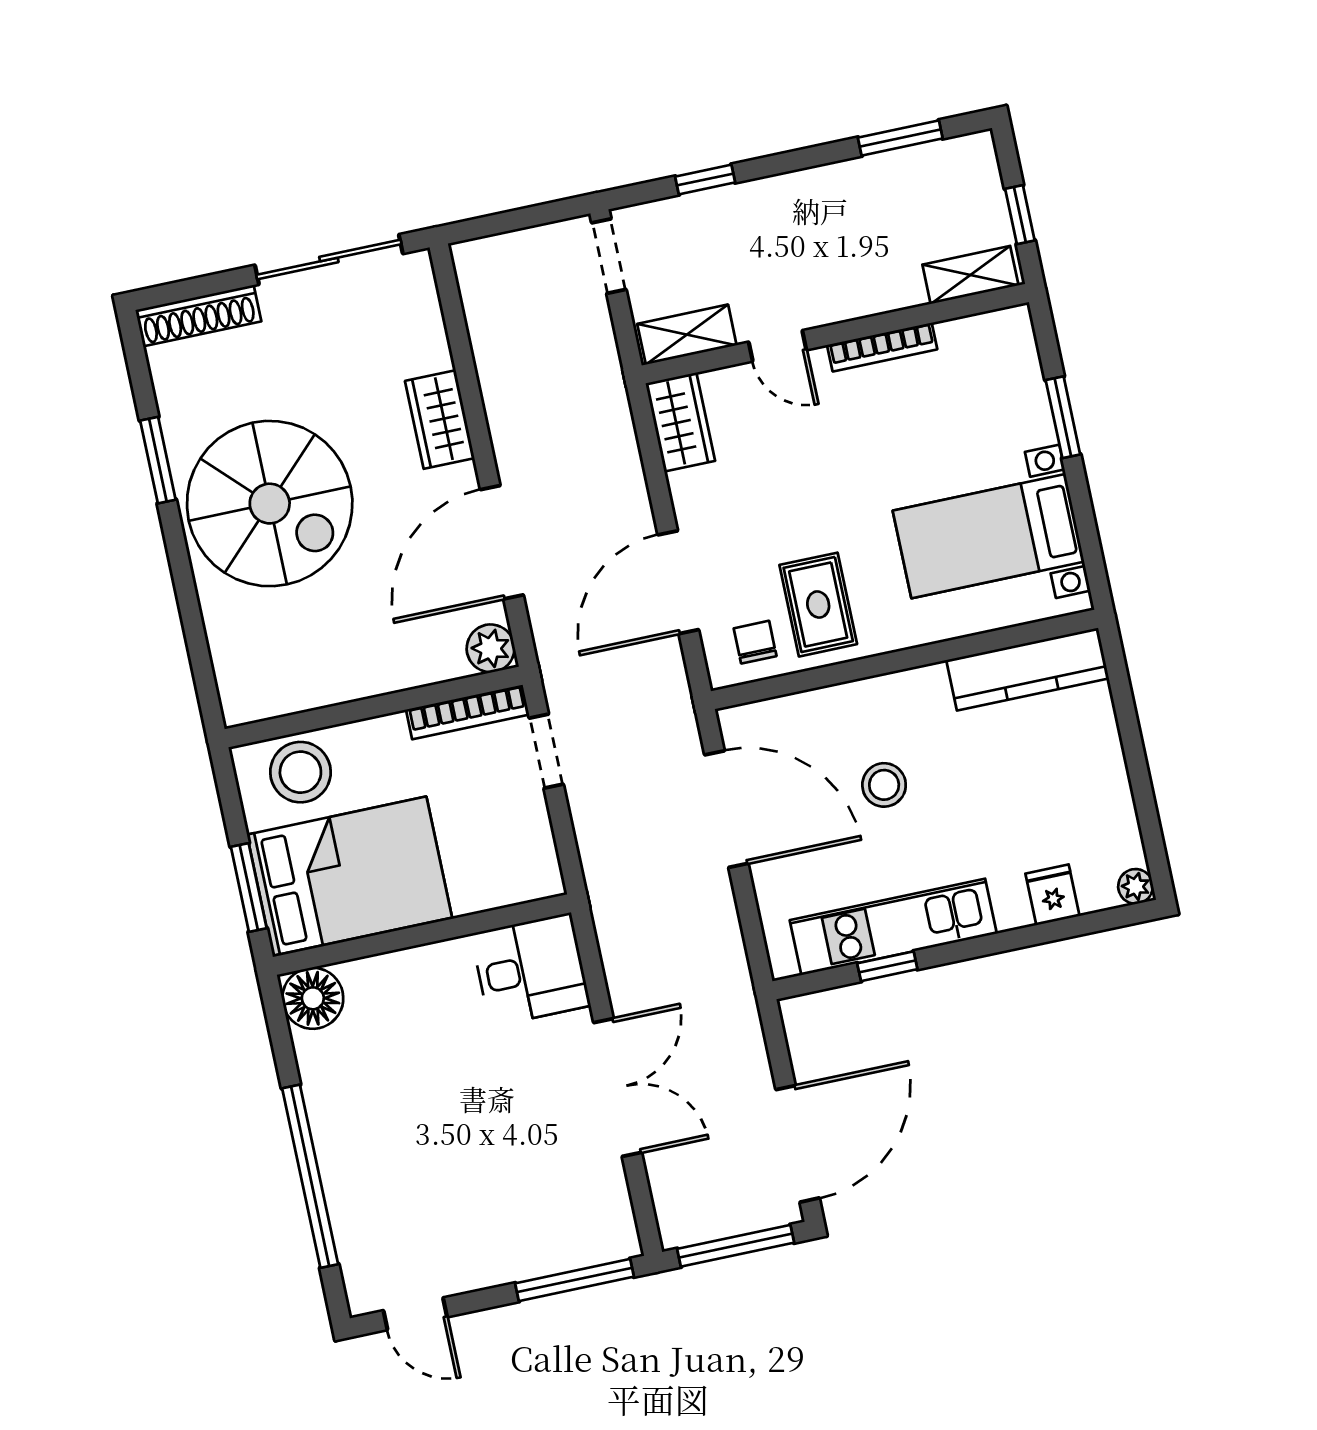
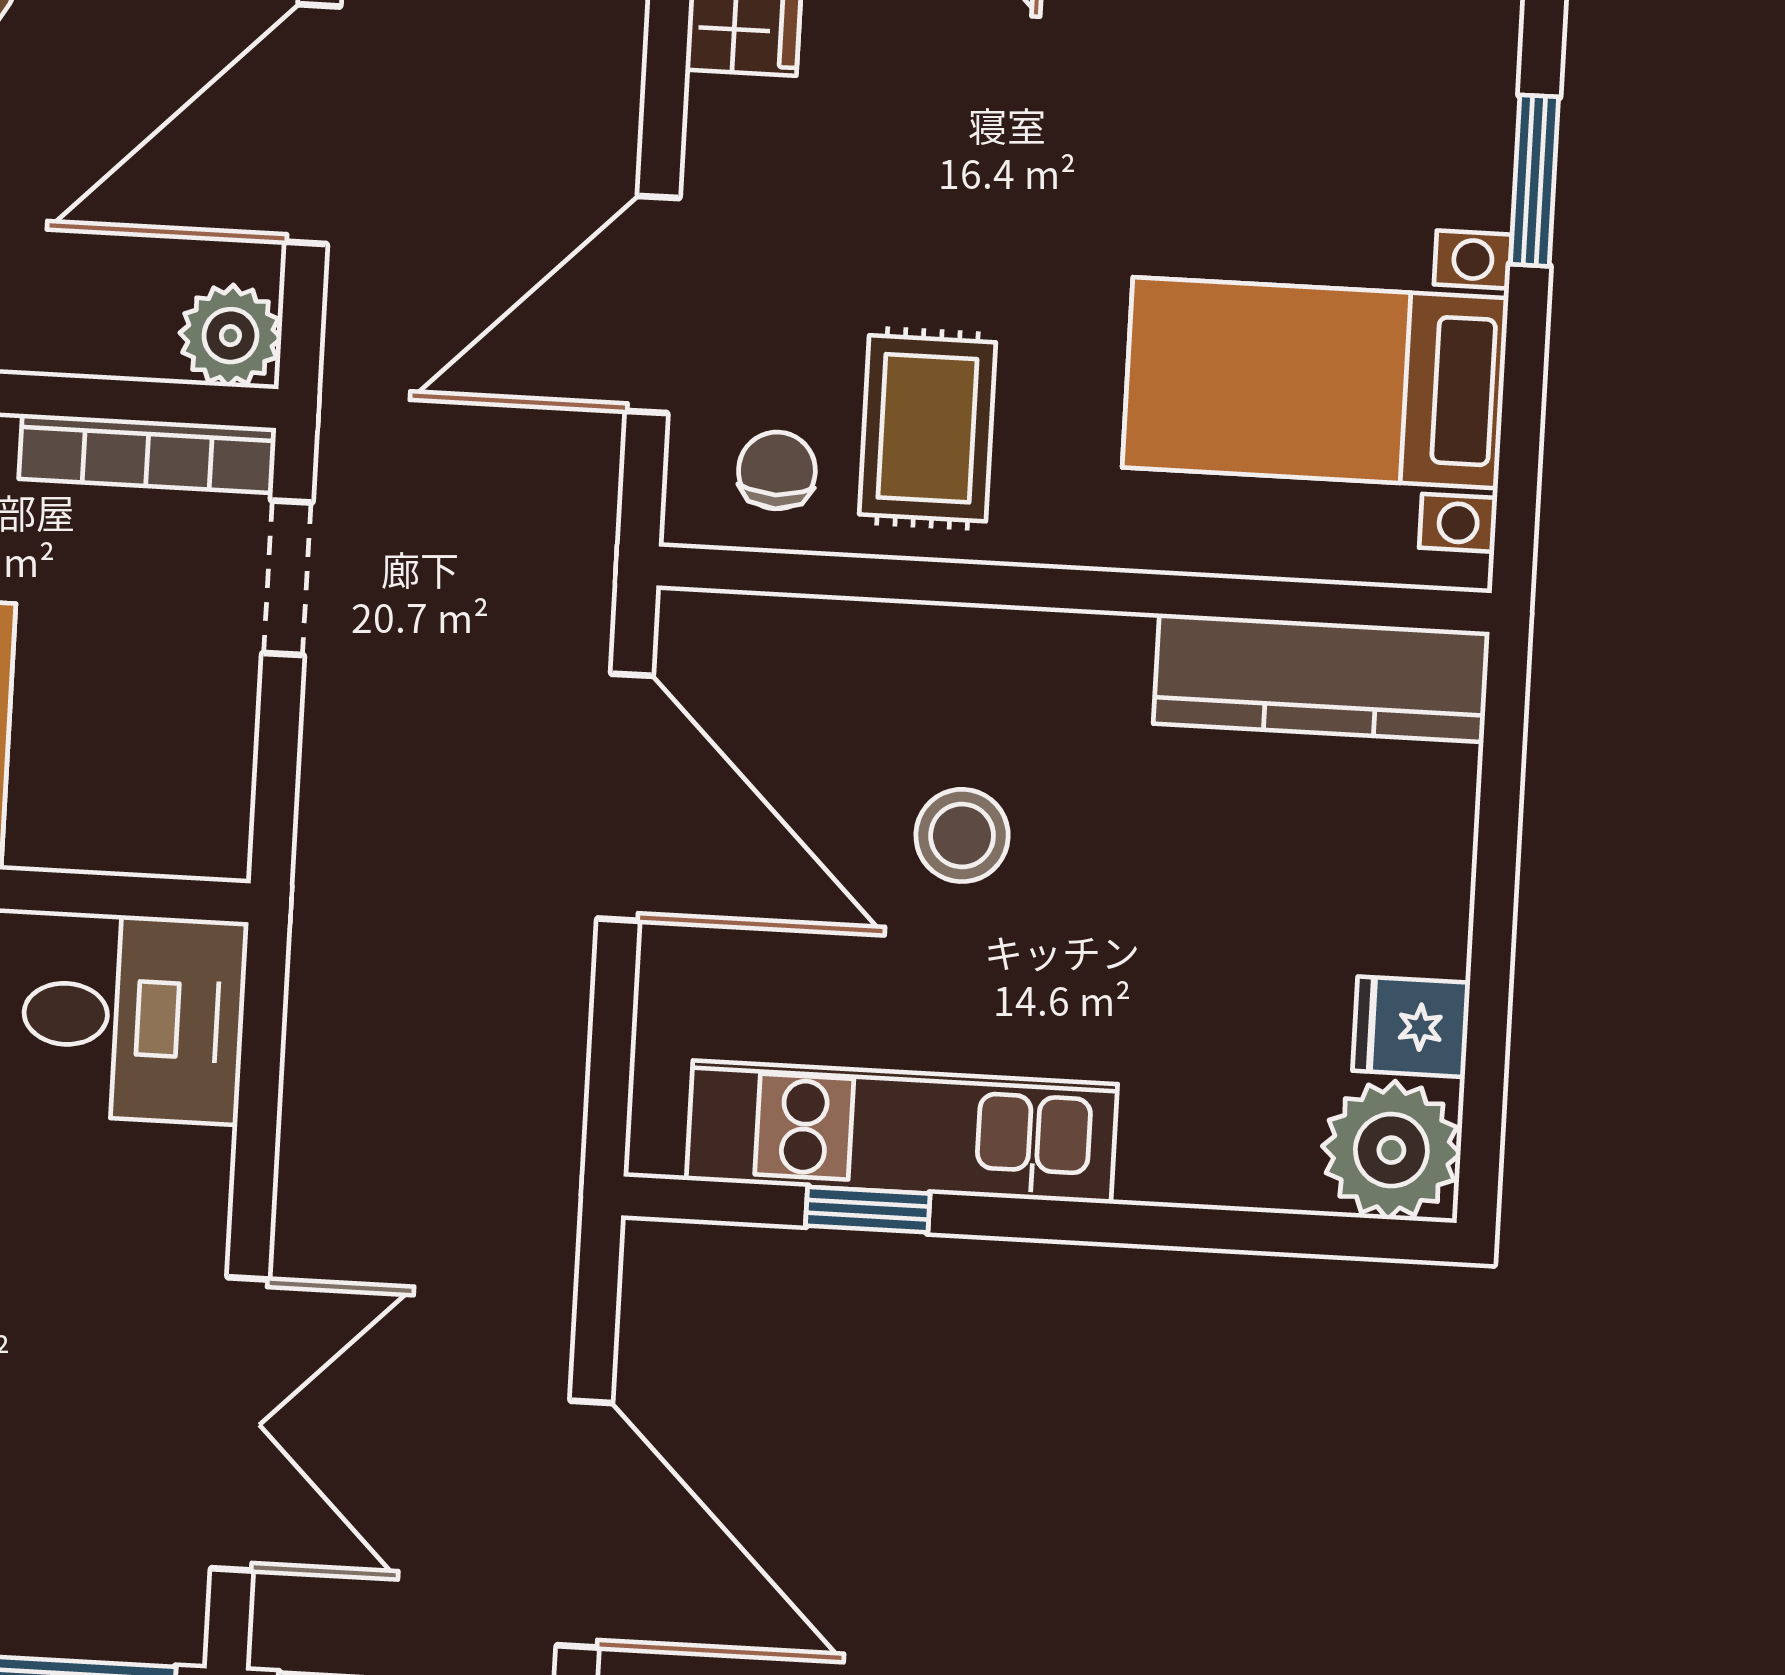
plant: (1136, 886) -> (1391, 1150), width x1.87, depth x1.87
fridge: (1053, 895) -> (1411, 1027), moved, turned -90
double door: (618, 1087) -> (240, 1424), moved
door: (798, 1144) -> (584, 1524), hinge flipped

